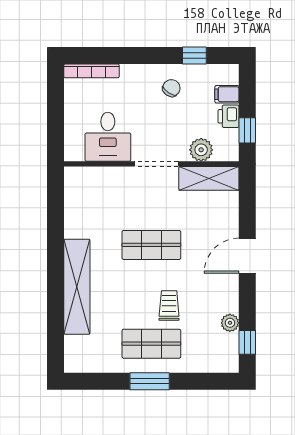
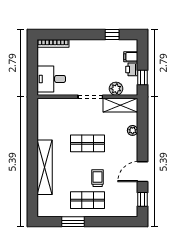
chair: (171, 88) -> (99, 53), removed
desk: (108, 137) -> (51, 79), moved, turned 90
door: (247, 256) -> (143, 172), moved
plant: (230, 323) -> (133, 130), moved
window: (150, 381) -> (73, 222), moved

